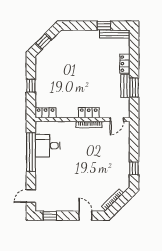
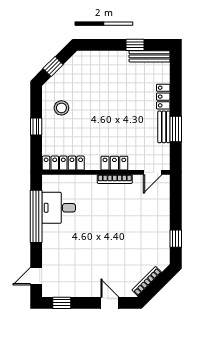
stool: (50, 72) -> (61, 108), added
locker: (46, 113) -> (63, 163), width x1.53

